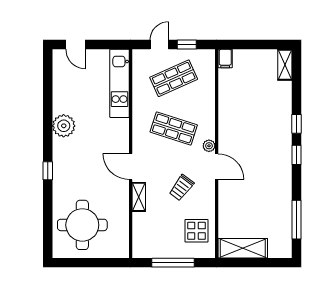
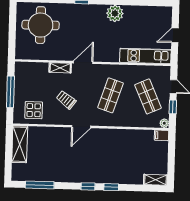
door: (75, 45) -> (175, 35), moved
plant: (209, 146) -> (164, 123), moved

